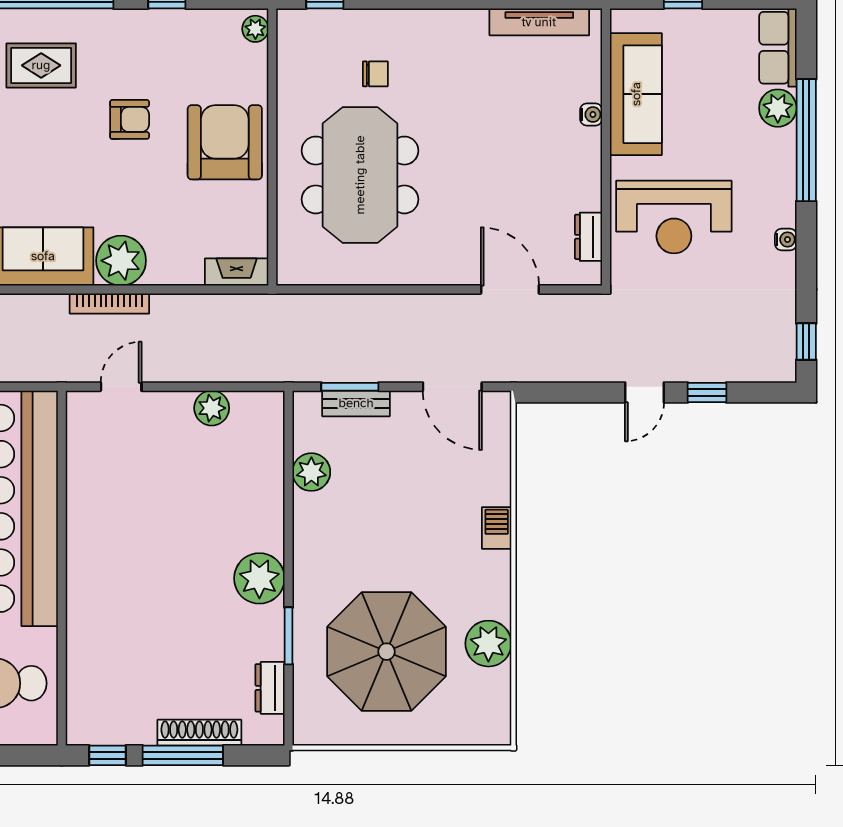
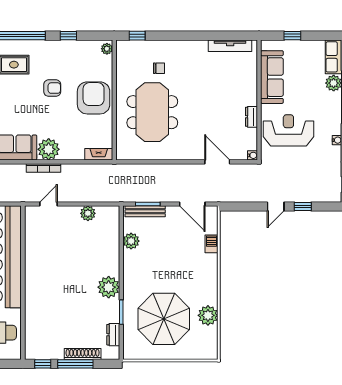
water cooler: (591, 114) -> (253, 155), moved
reception desk: (674, 217) -> (288, 130), turned 180
dresser: (589, 237) -> (251, 117), moved
bench: (356, 403) -> (145, 211), width x1.36
barbecue: (497, 528) -> (212, 244), moved

